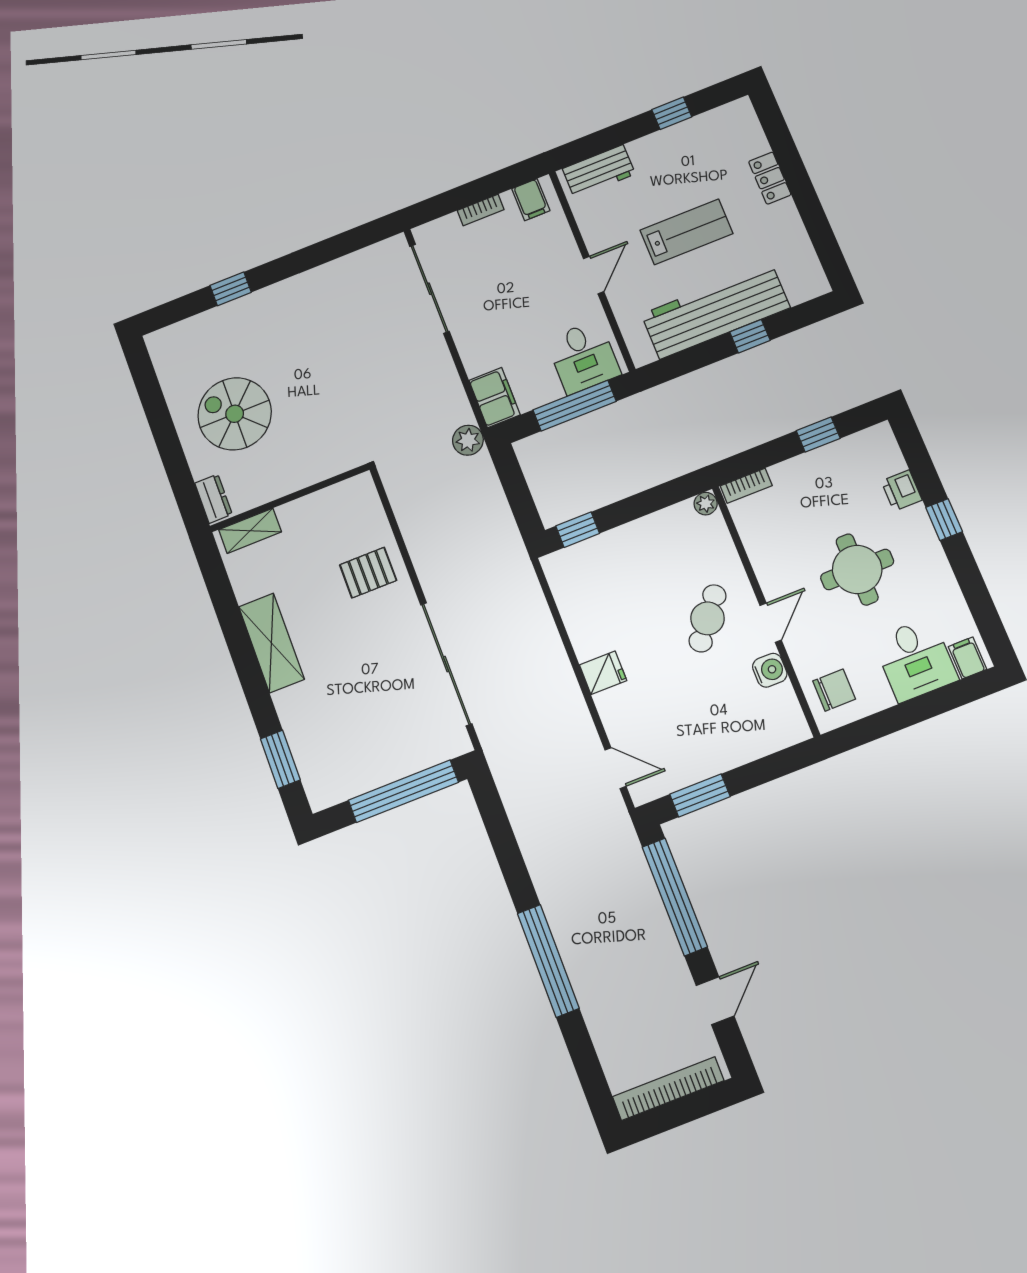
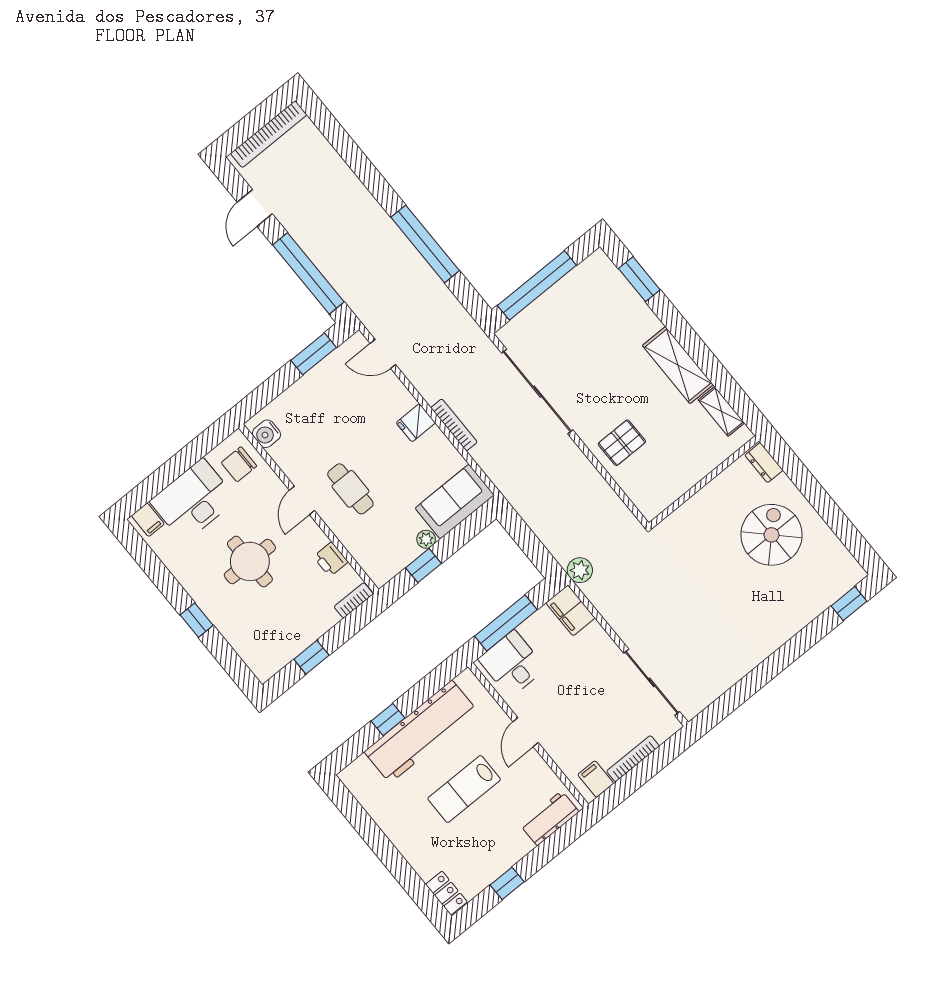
locker: (770, 178) -> (446, 893), moved
bookcase: (481, 210) -> (633, 759), width x1.56
window: (231, 289) -> (849, 604), moved
spiral stairs: (235, 414) -> (771, 535), turned -90
printer: (902, 490) -> (331, 559), moved, turned 180
plant: (706, 504) -> (426, 539), moved
window: (578, 530) -> (424, 566), moved
shelving: (250, 531) -> (721, 411), moved, turned 90
sofa: (588, 565) -> (455, 501), added
cafe table: (708, 618) -> (350, 489), turned -38
bookcase: (558, 656) -> (454, 425), added
desk: (915, 660) -> (193, 500), width x1.37
water cooler: (770, 670) -> (267, 434), moved
window: (548, 961) -> (425, 244), moved

